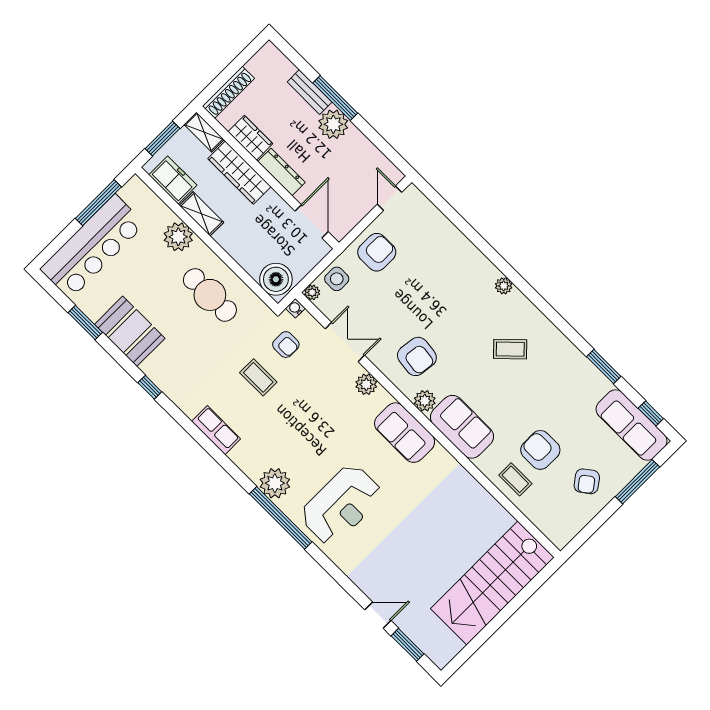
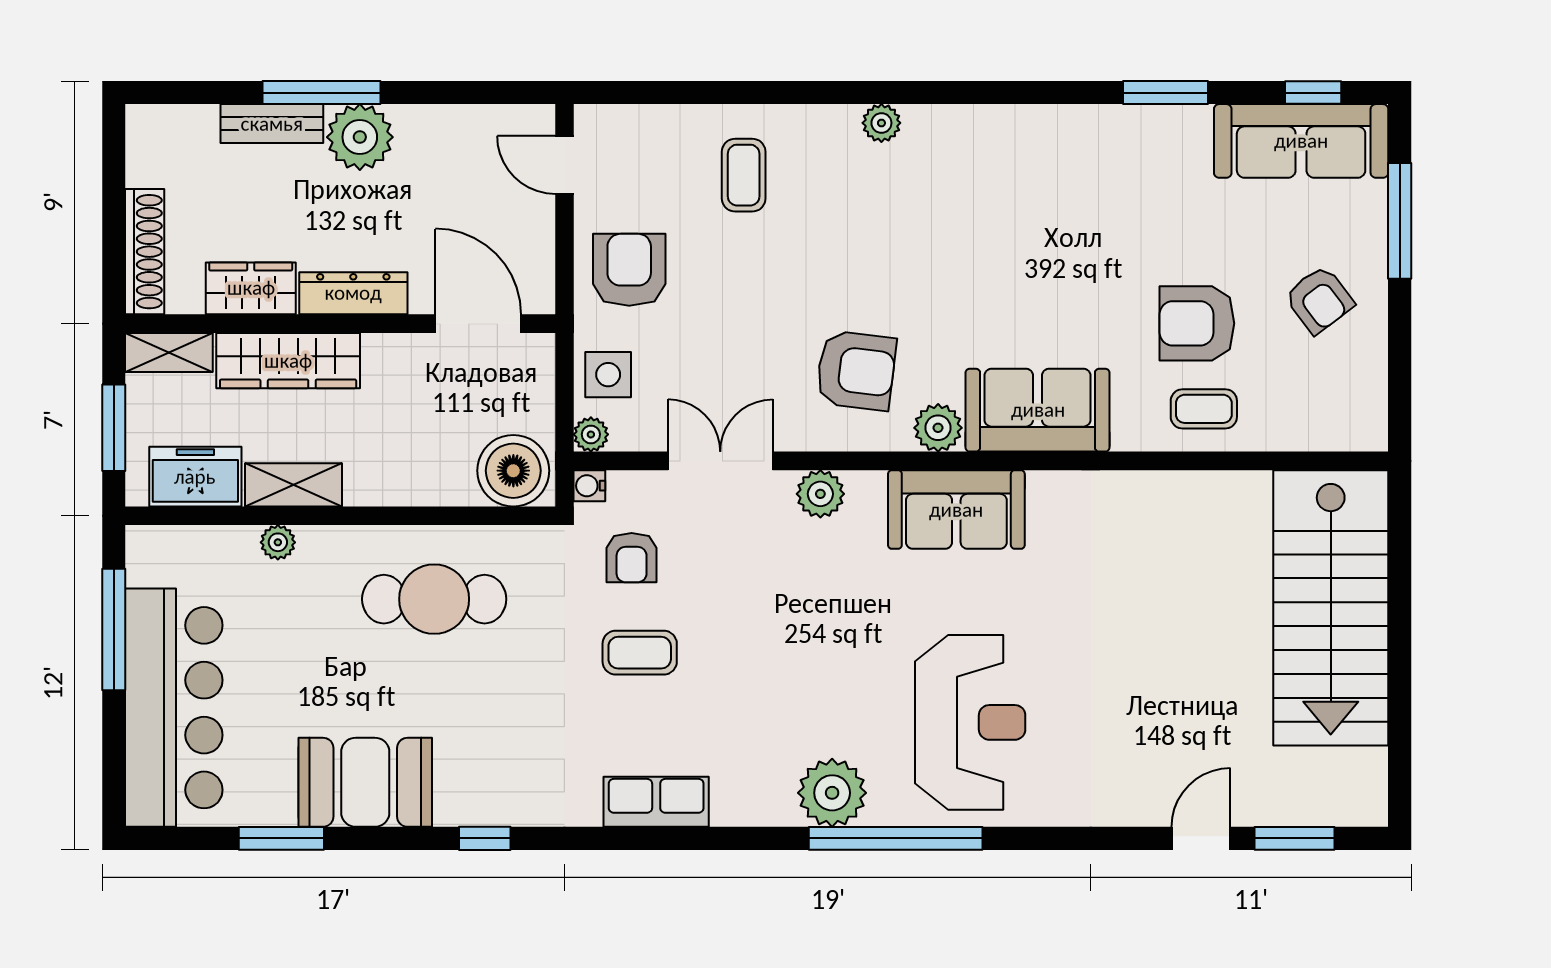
plant: (178, 237) -> (278, 542), width x0.53, depth x0.53
armchair: (286, 345) -> (632, 558), turned 90
coffee table: (510, 349) -> (744, 175), moved, turned -46

